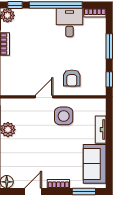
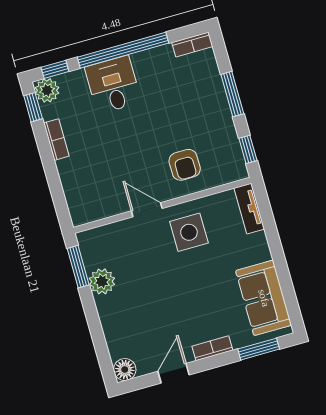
desk: (70, 23) -> (113, 85), moved
door: (44, 97) -> (147, 210), hinge flipped
tv unit: (101, 130) -> (249, 208), moved

